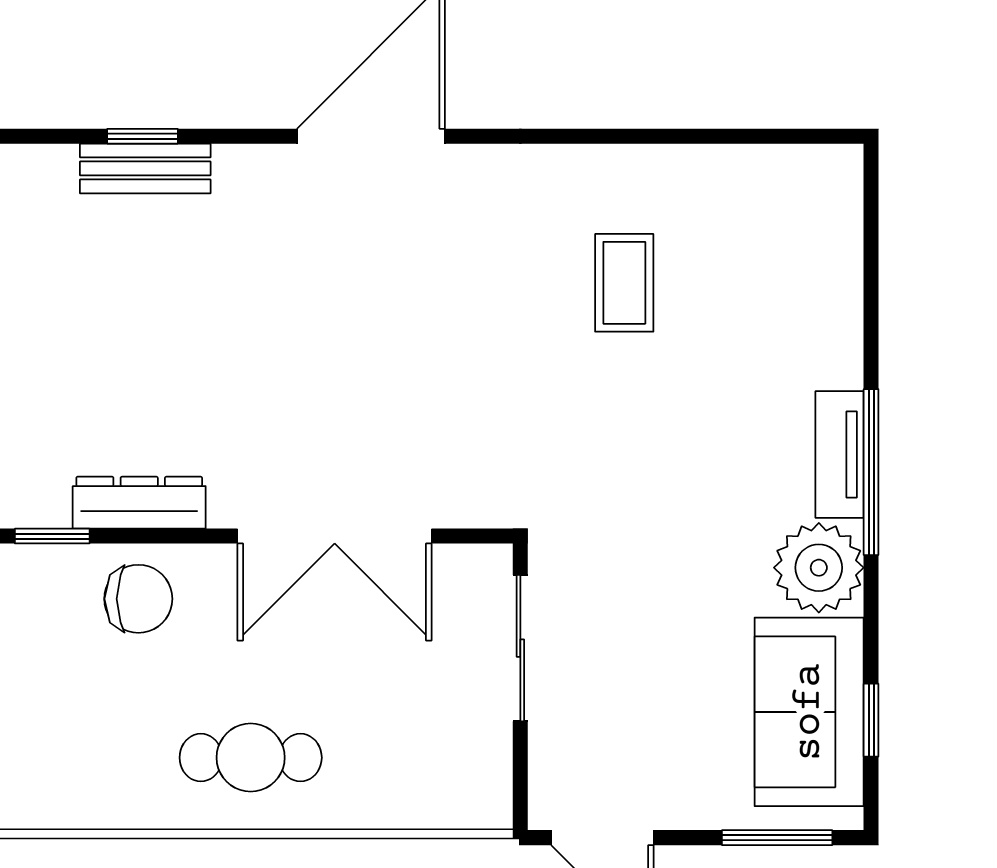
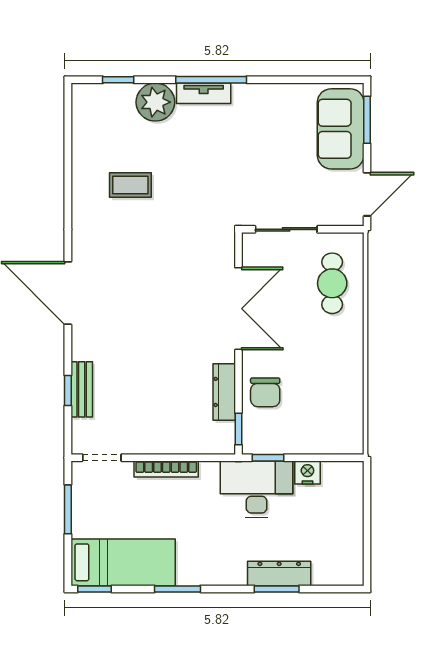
plant: (819, 568) -> (155, 102), moved
chair: (138, 599) -> (265, 392), turned 180
sofa: (809, 712) -> (341, 129), moved, turned 90
window: (871, 720) -> (118, 80), moved
cafe table: (251, 758) -> (332, 283), moved

